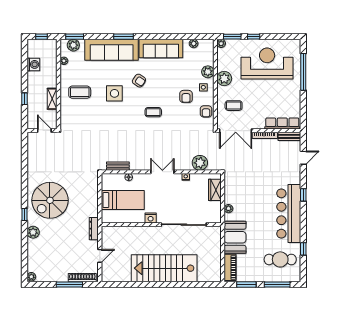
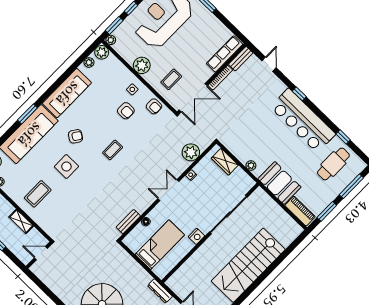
plant: (208, 72) -> (102, 52), moved

